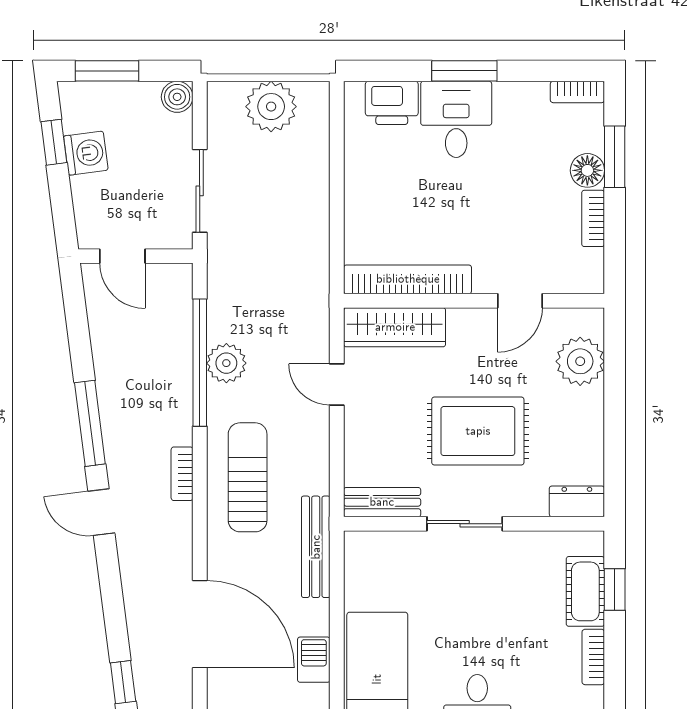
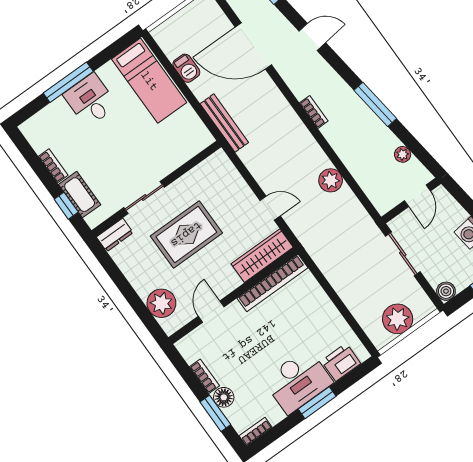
desk: (456, 119) -> (298, 381), width x1.37
door: (122, 256) -> (417, 196), swing flipped
plant: (102, 328) -> (403, 154), added
window: (200, 363) -> (344, 171), removed
sun lounger: (248, 477) -> (281, 133), removed
bench: (382, 502) -> (208, 167), removed
door: (101, 512) -> (312, 37), moved
sliding door: (465, 524) -> (144, 197), moved

